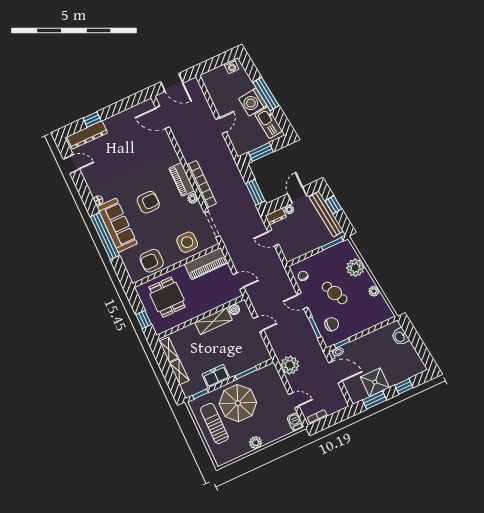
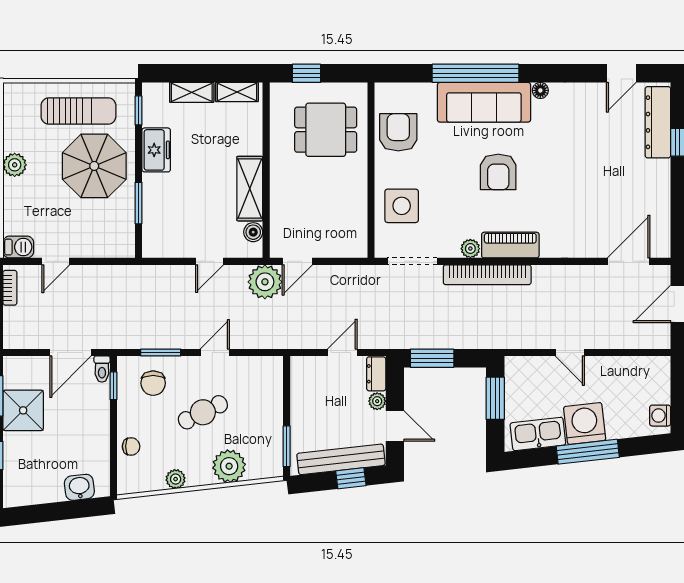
piano: (206, 264) -> (352, 221), removed
chair: (303, 276) -> (131, 446), moved
plant: (290, 365) -> (265, 282), moved

